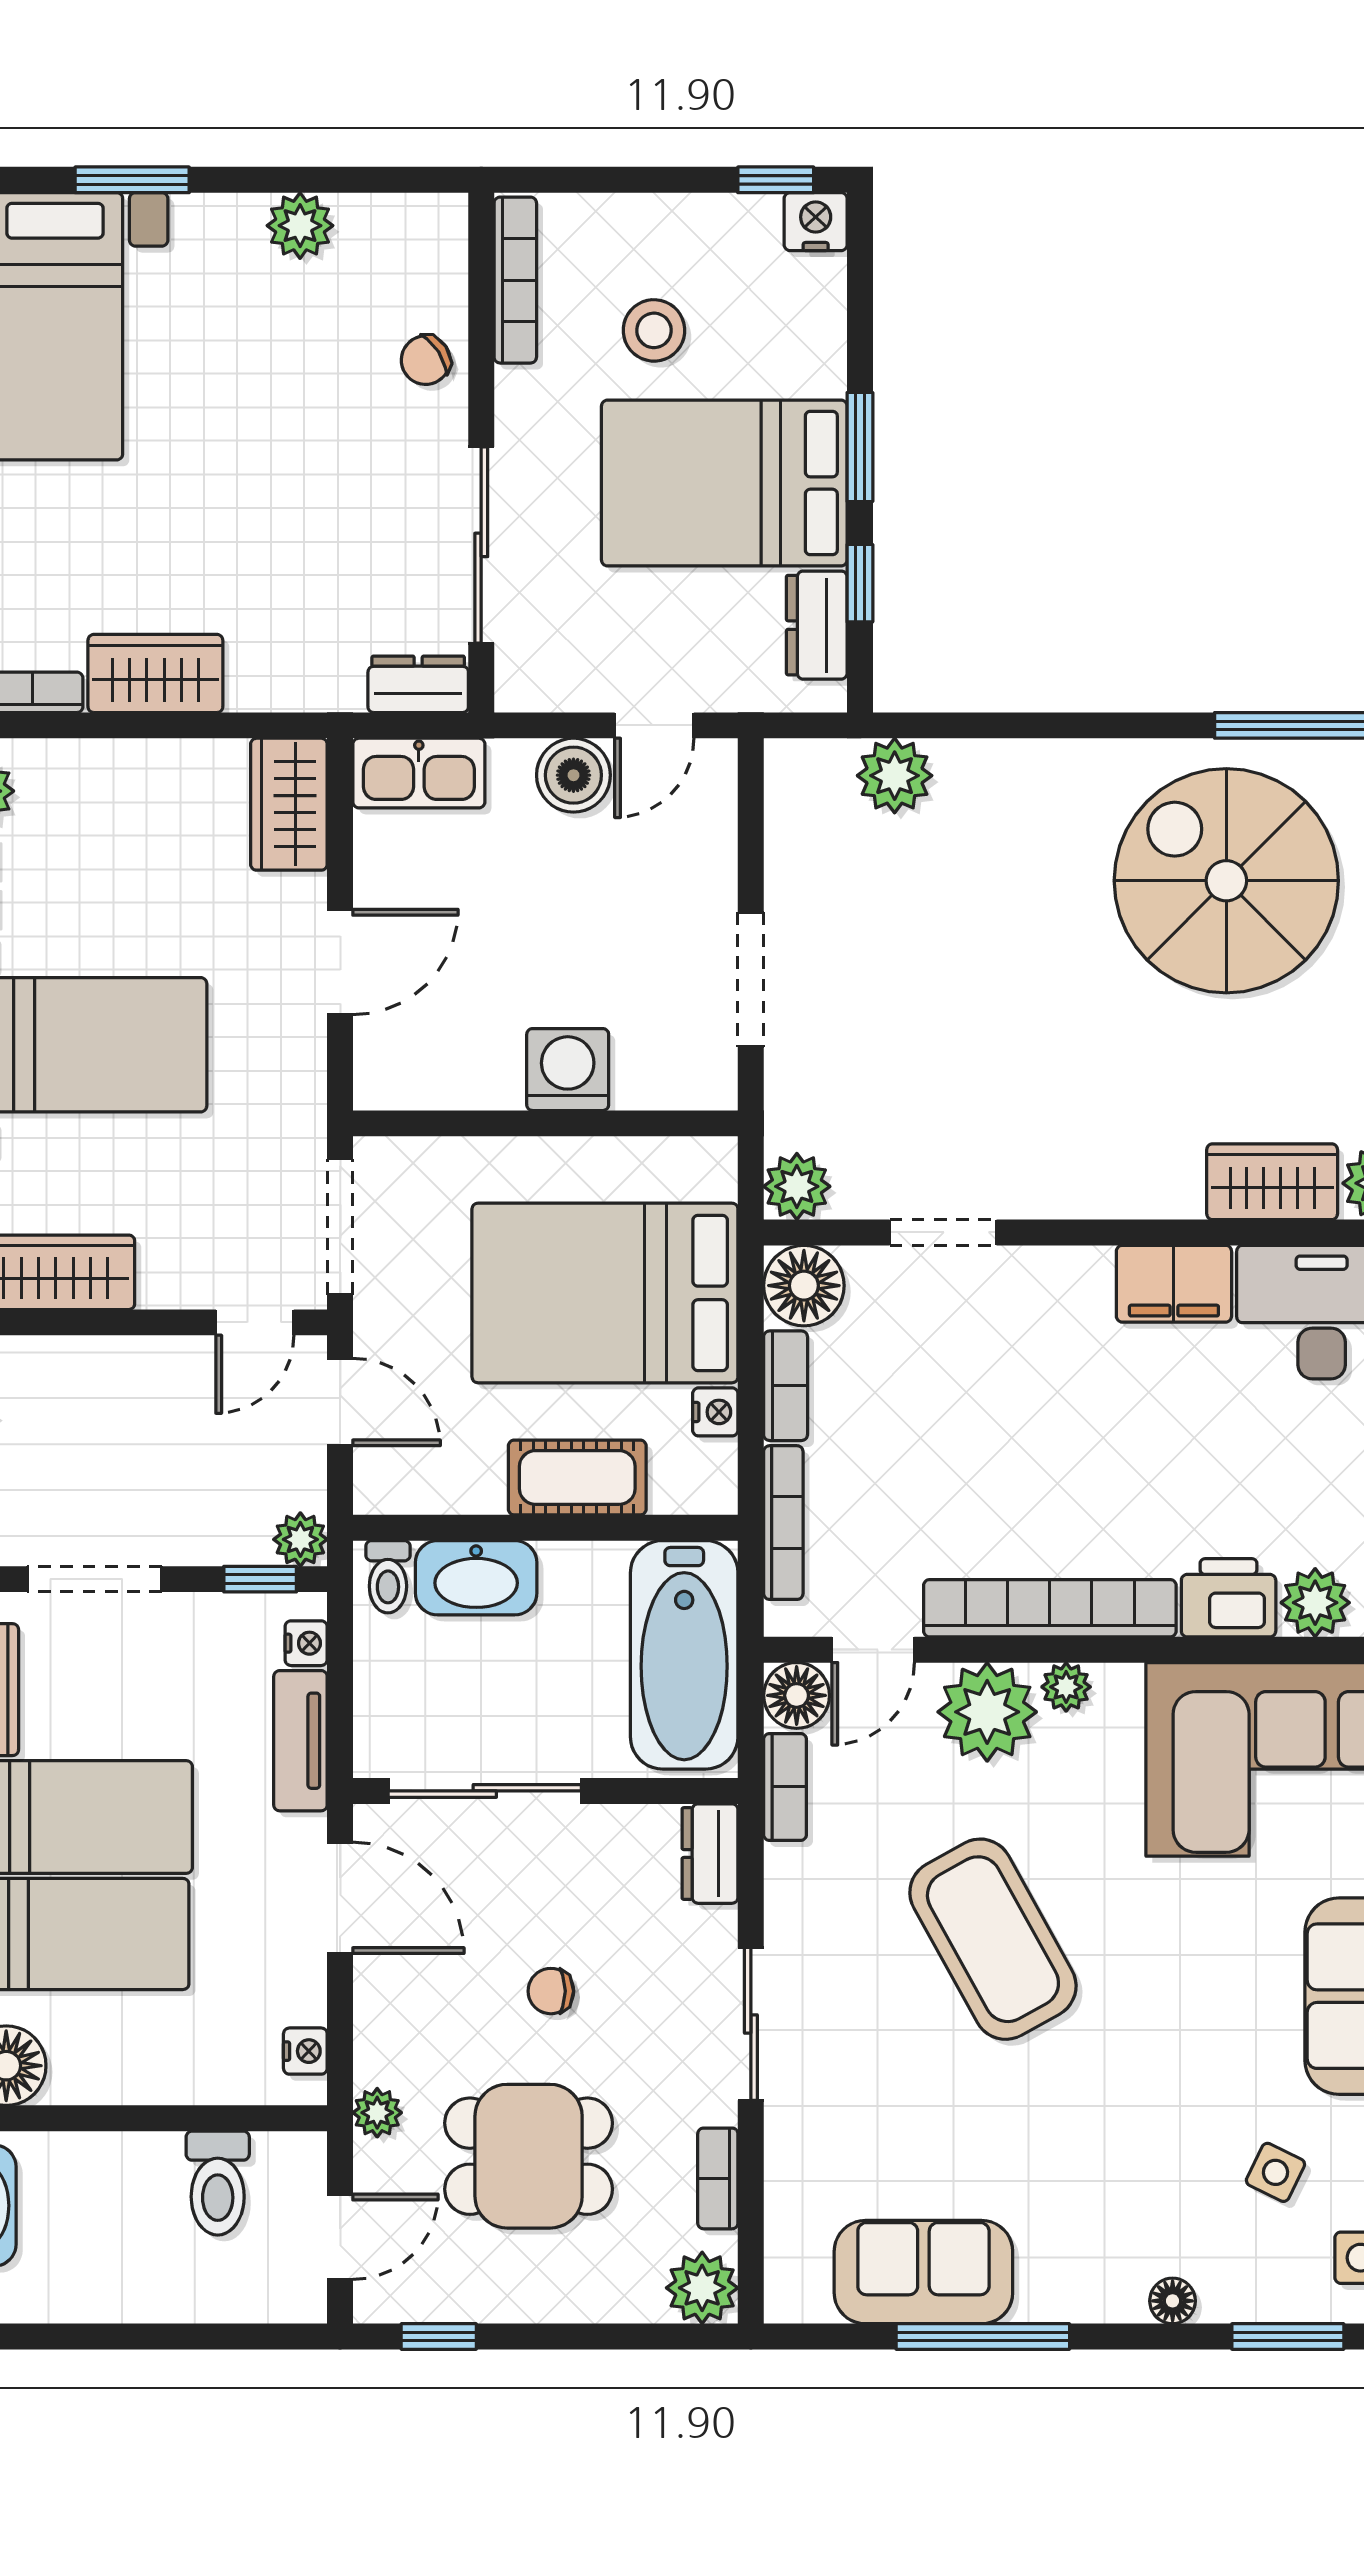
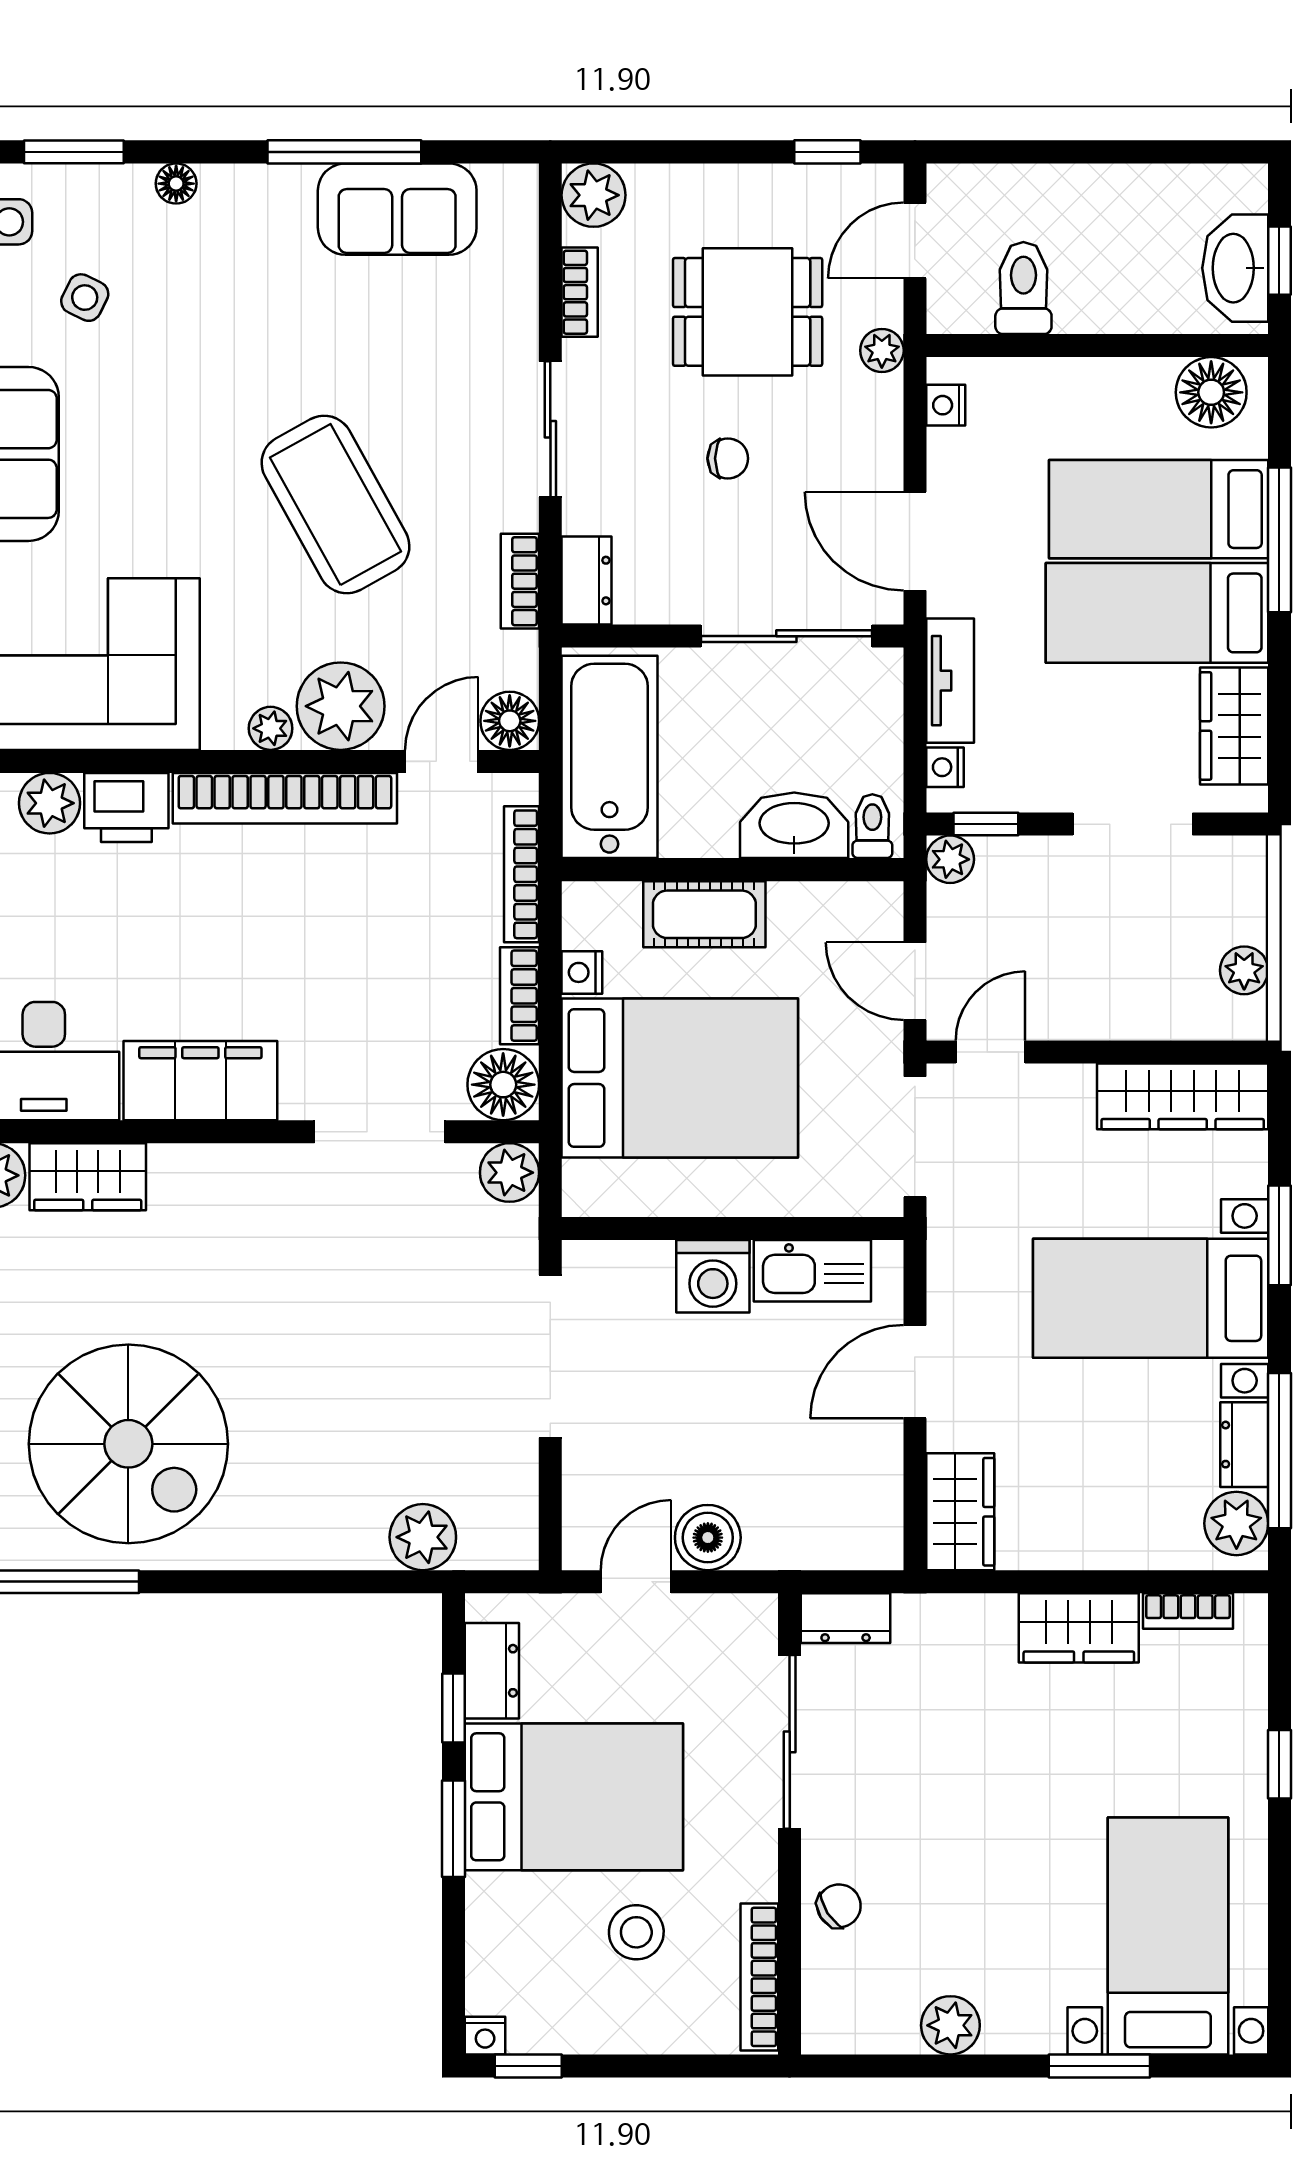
nightstand: (816, 222) -> (485, 2036), width x0.72, depth x0.74
kitchen sink: (419, 773) -> (812, 1271), moved, turned 180
doorway: (751, 979) -> (550, 1356), width x1.36
doorway: (943, 1232) -> (380, 1132), width x1.38
filing cabinet: (1174, 1284) -> (200, 1081), width x1.50, depth x1.17
bookcase: (785, 1787) -> (520, 581), moved

